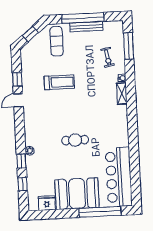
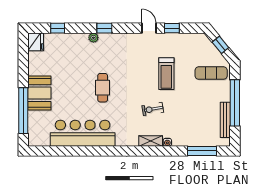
bench: (86, 27) -> (225, 120), moved
exercise bike: (108, 57) -> (153, 109), moved
window: (21, 161) -> (104, 28), moved
bar counter: (119, 177) -> (83, 133), moved
booth: (77, 194) -> (39, 93), width x0.73, depth x0.70
fridge: (47, 203) -> (36, 42), moved

